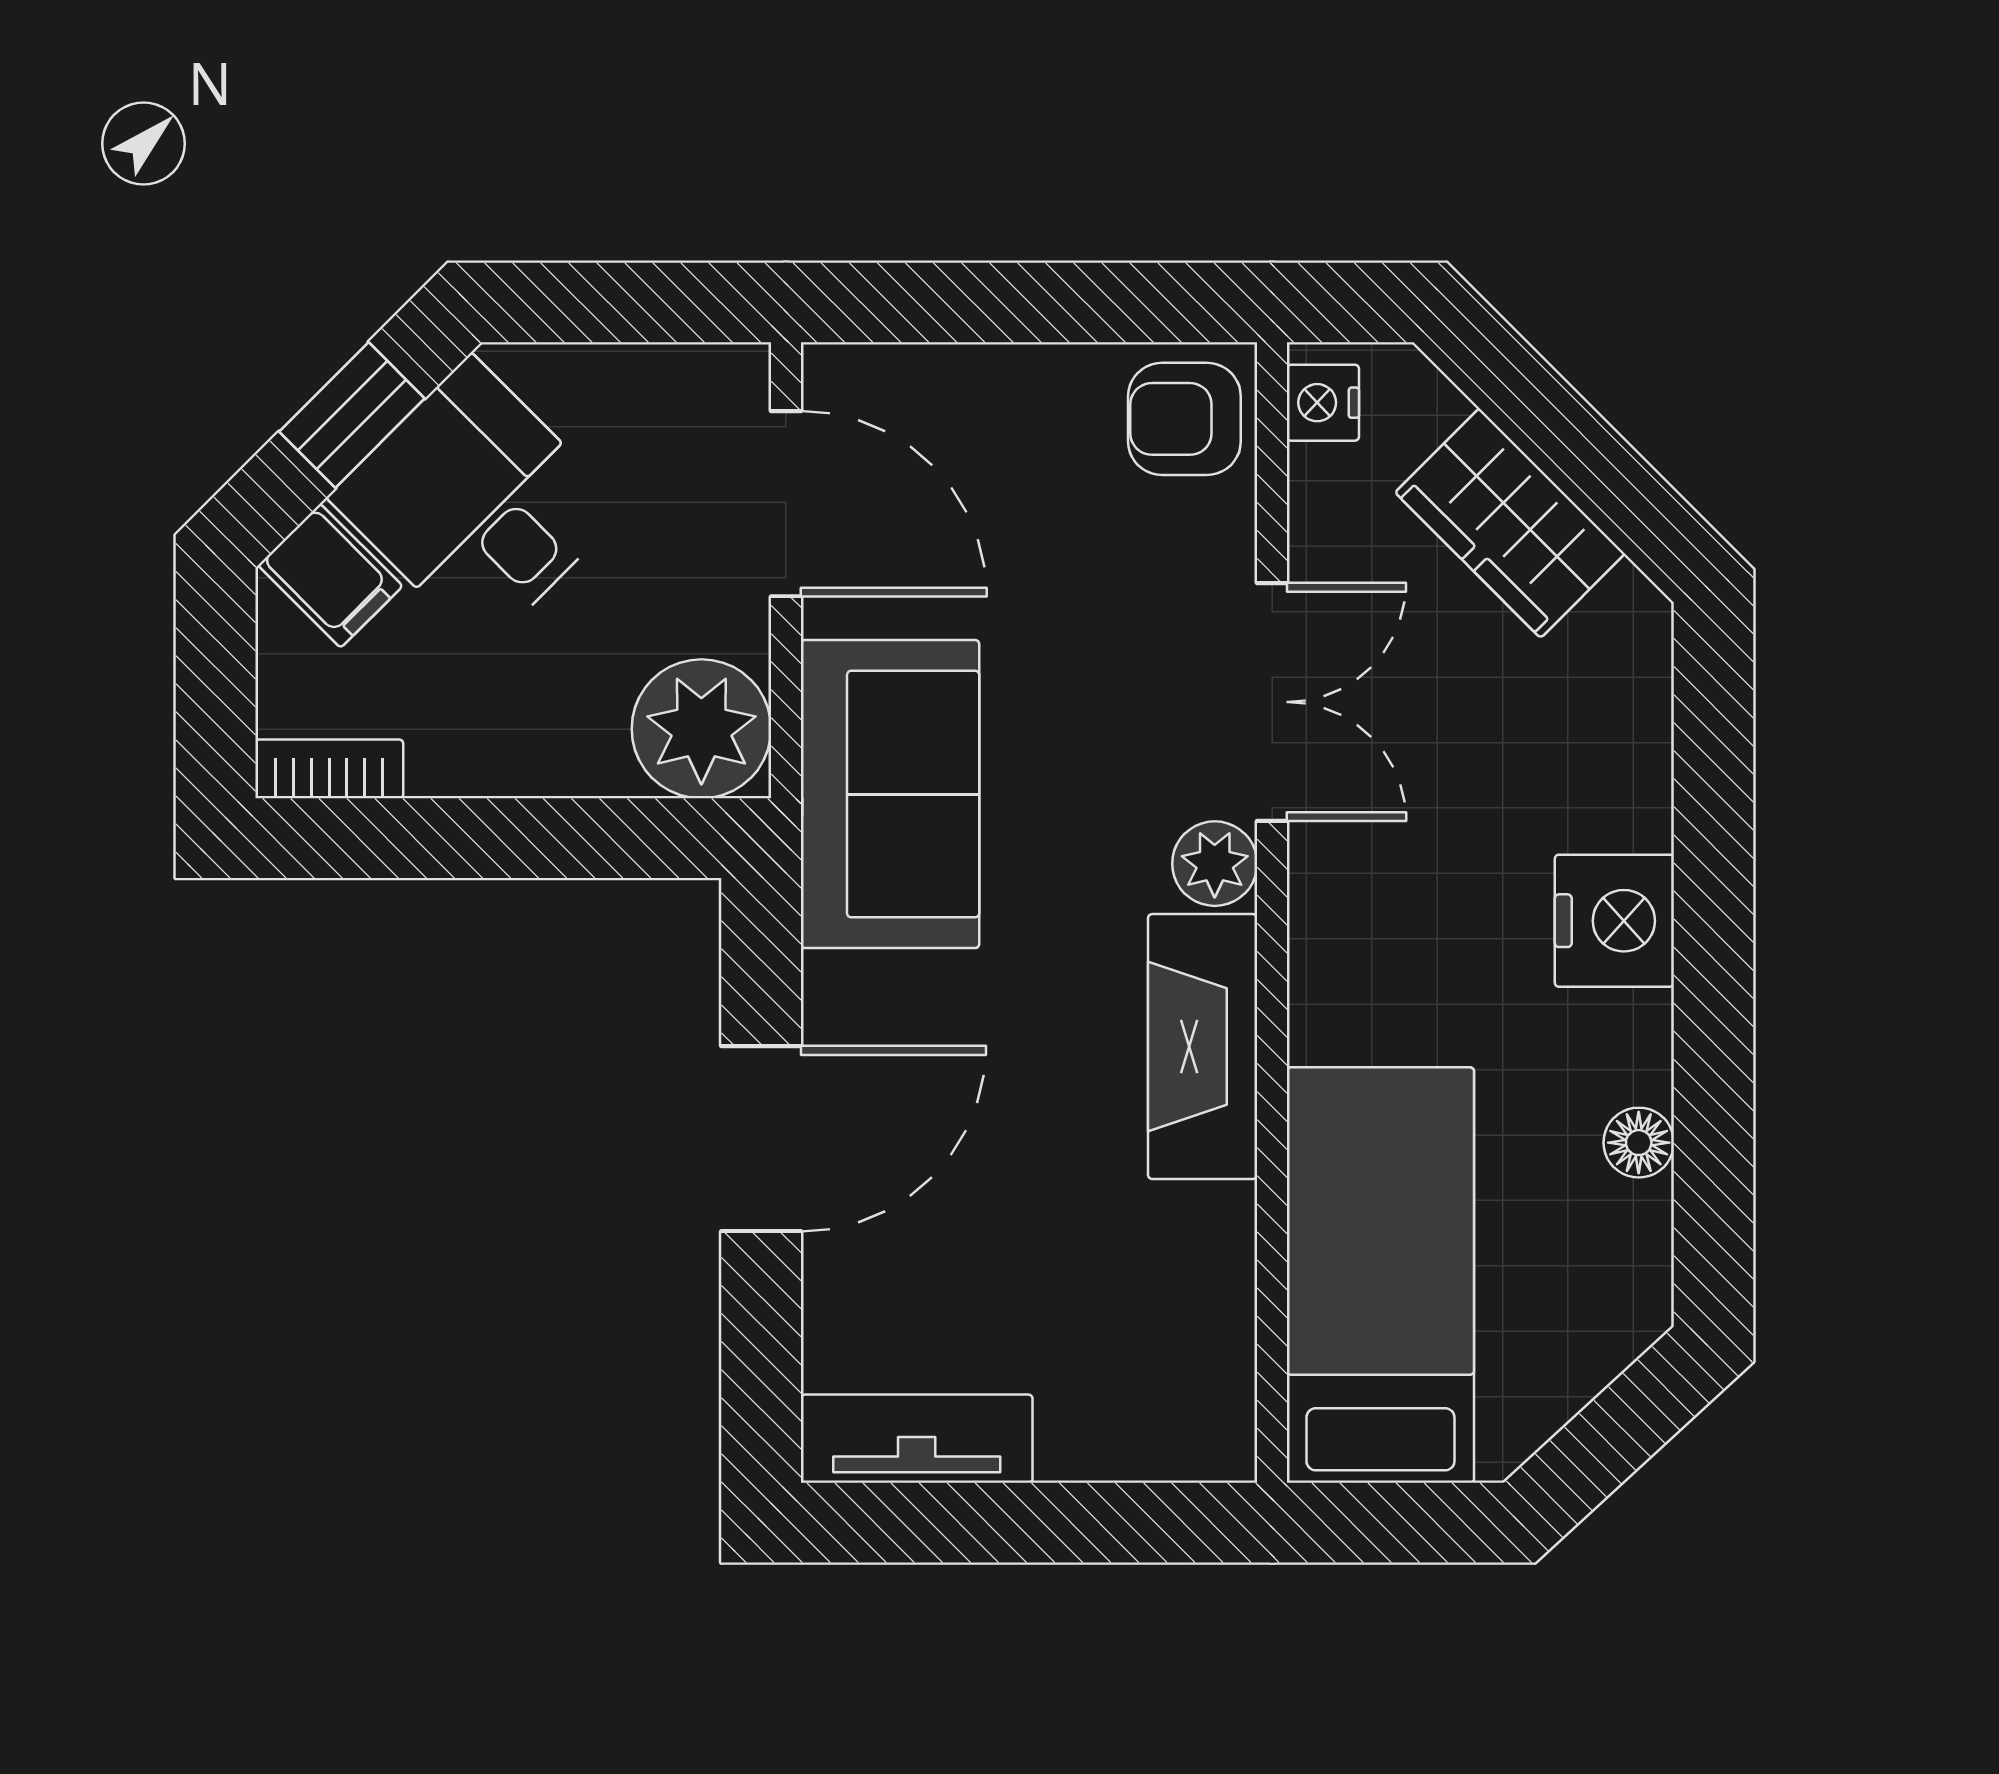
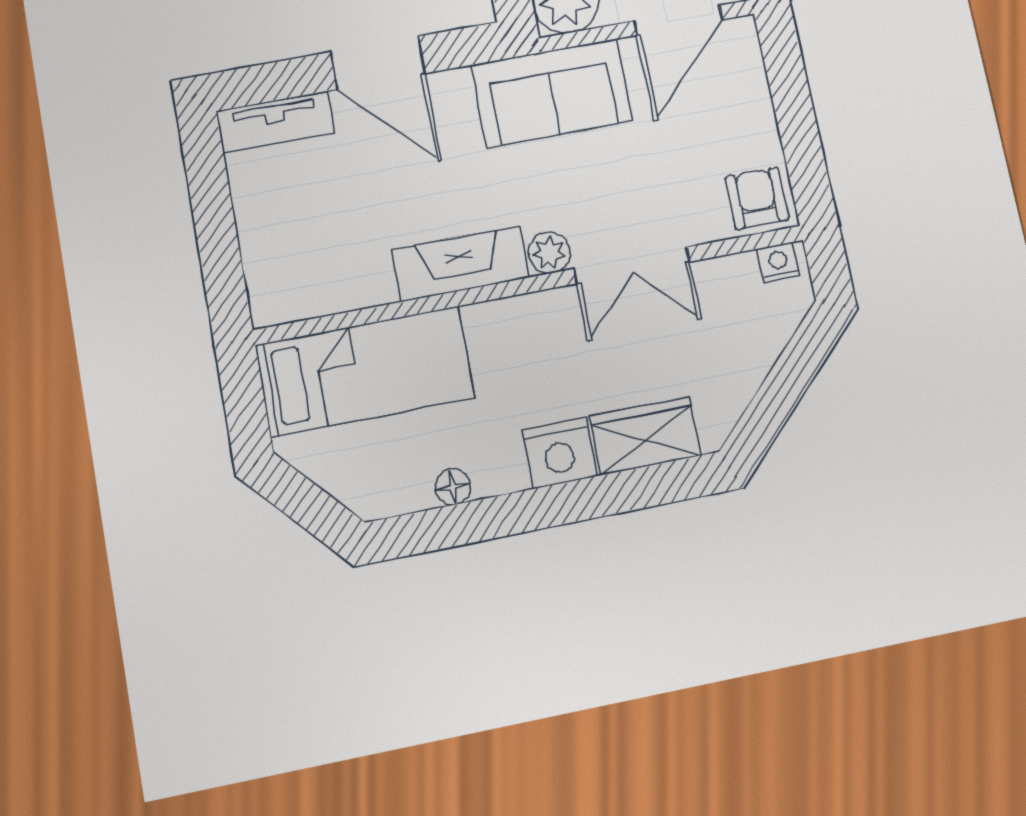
wardrobe: (1510, 523) -> (645, 436), moved, turned 45
tv unit: (917, 1439) -> (275, 122), moved, turned 90

